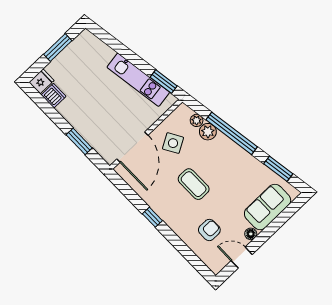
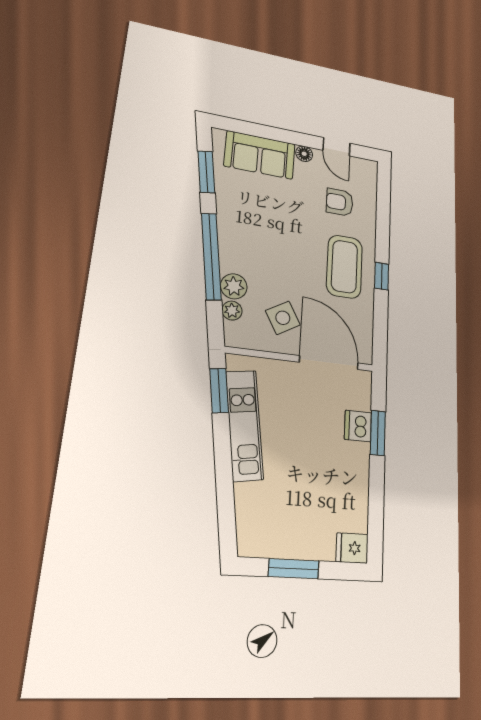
dishwasher: (54, 96) -> (358, 426), moved
door: (132, 147) -> (329, 363), hinge flipped
coffee table: (194, 184) -> (344, 267), moved, width x1.36, depth x1.32

